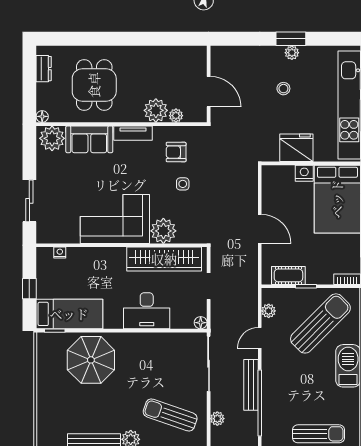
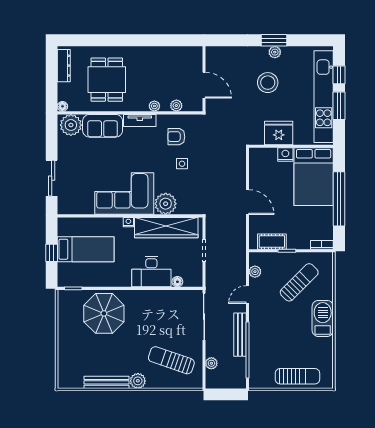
dresser: (44, 69) -> (64, 66), width x1.44
stool: (283, 89) -> (268, 83), width x1.89, depth x1.89
plant: (156, 110) -> (154, 106), width x0.53, depth x0.53
nightstand: (60, 253) -> (128, 222), moved
bed: (69, 314) -> (86, 249), moved
floor lamp: (201, 323) -> (177, 282), moved
sun lounger: (320, 323) -> (299, 282), width x0.73, depth x0.75

